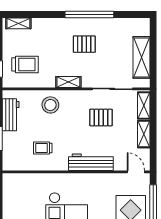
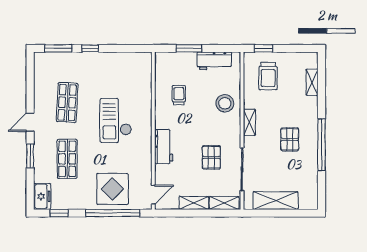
shelving: (18, 23) -> (312, 82), moved
workbench: (91, 162) -> (164, 147), width x0.73

